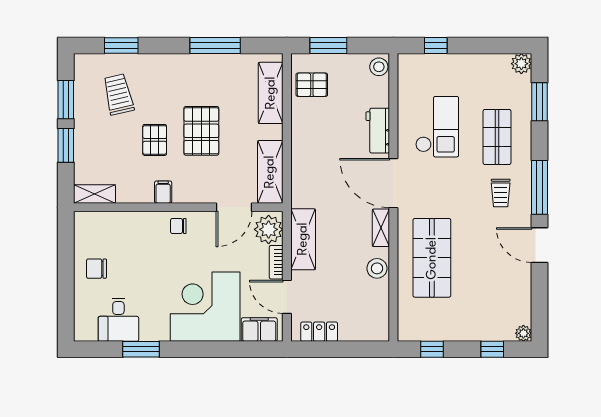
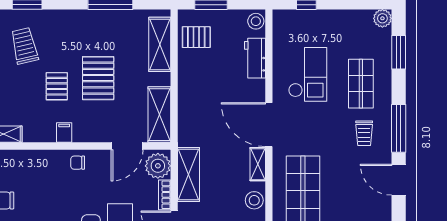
workbench: (378, 131) -> (255, 58), moved

